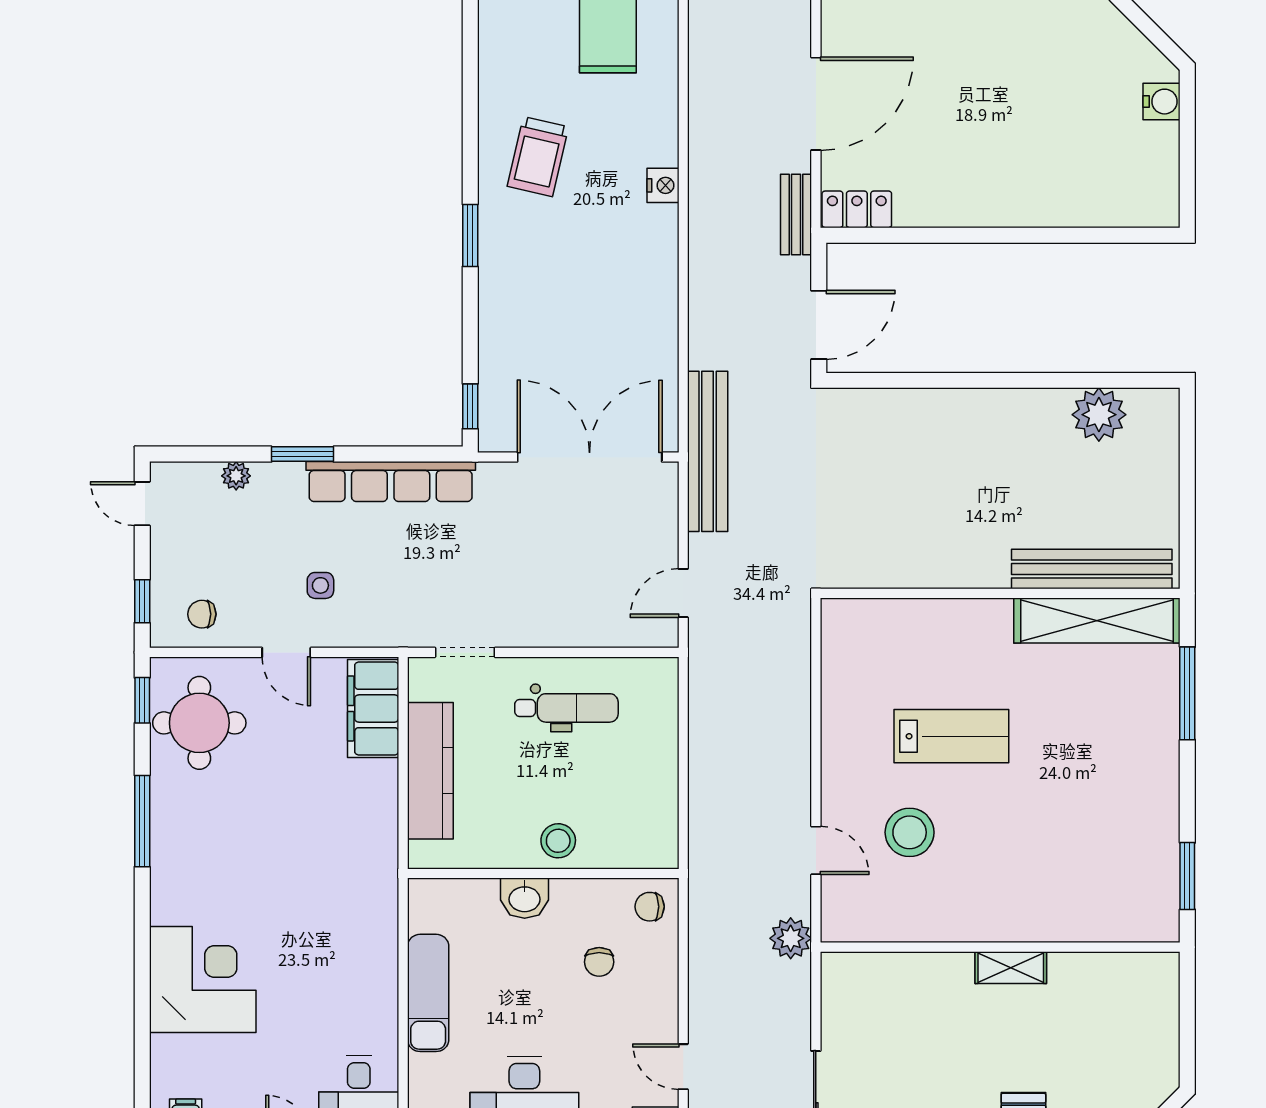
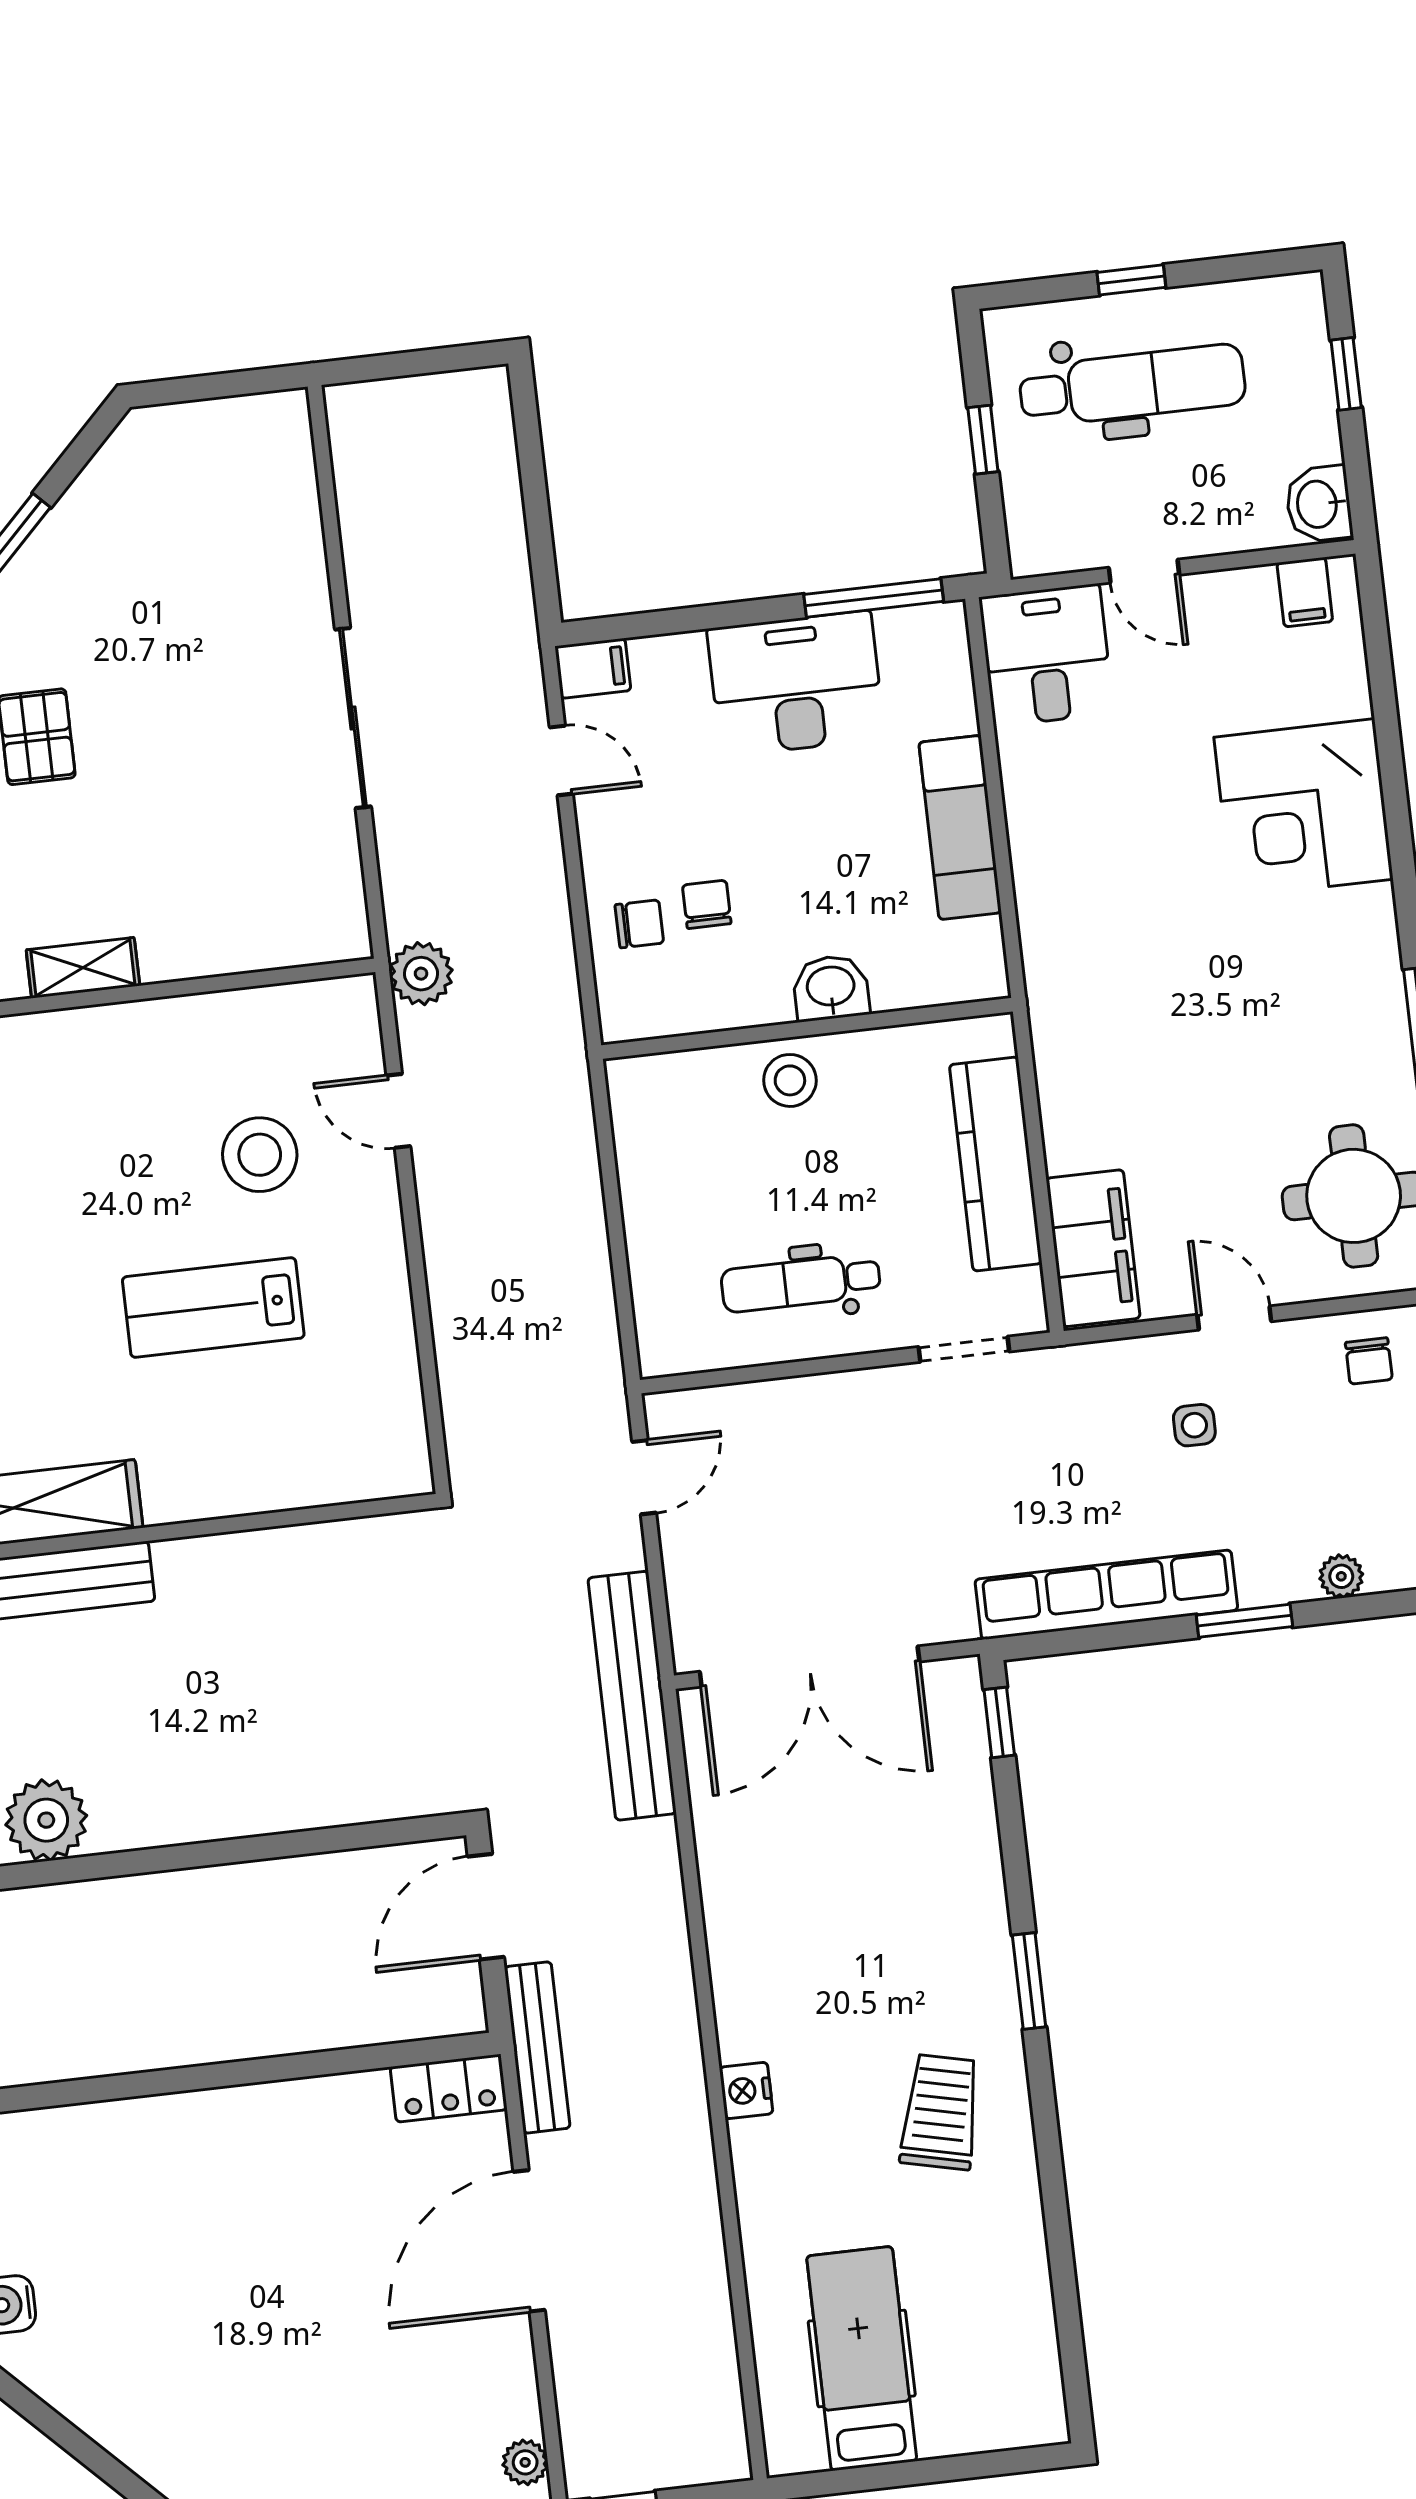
bench: (796, 215) -> (537, 2047), width x1.36
chair: (202, 614) -> (1369, 1361), turned 90
chair: (650, 907) -> (639, 924), moved

